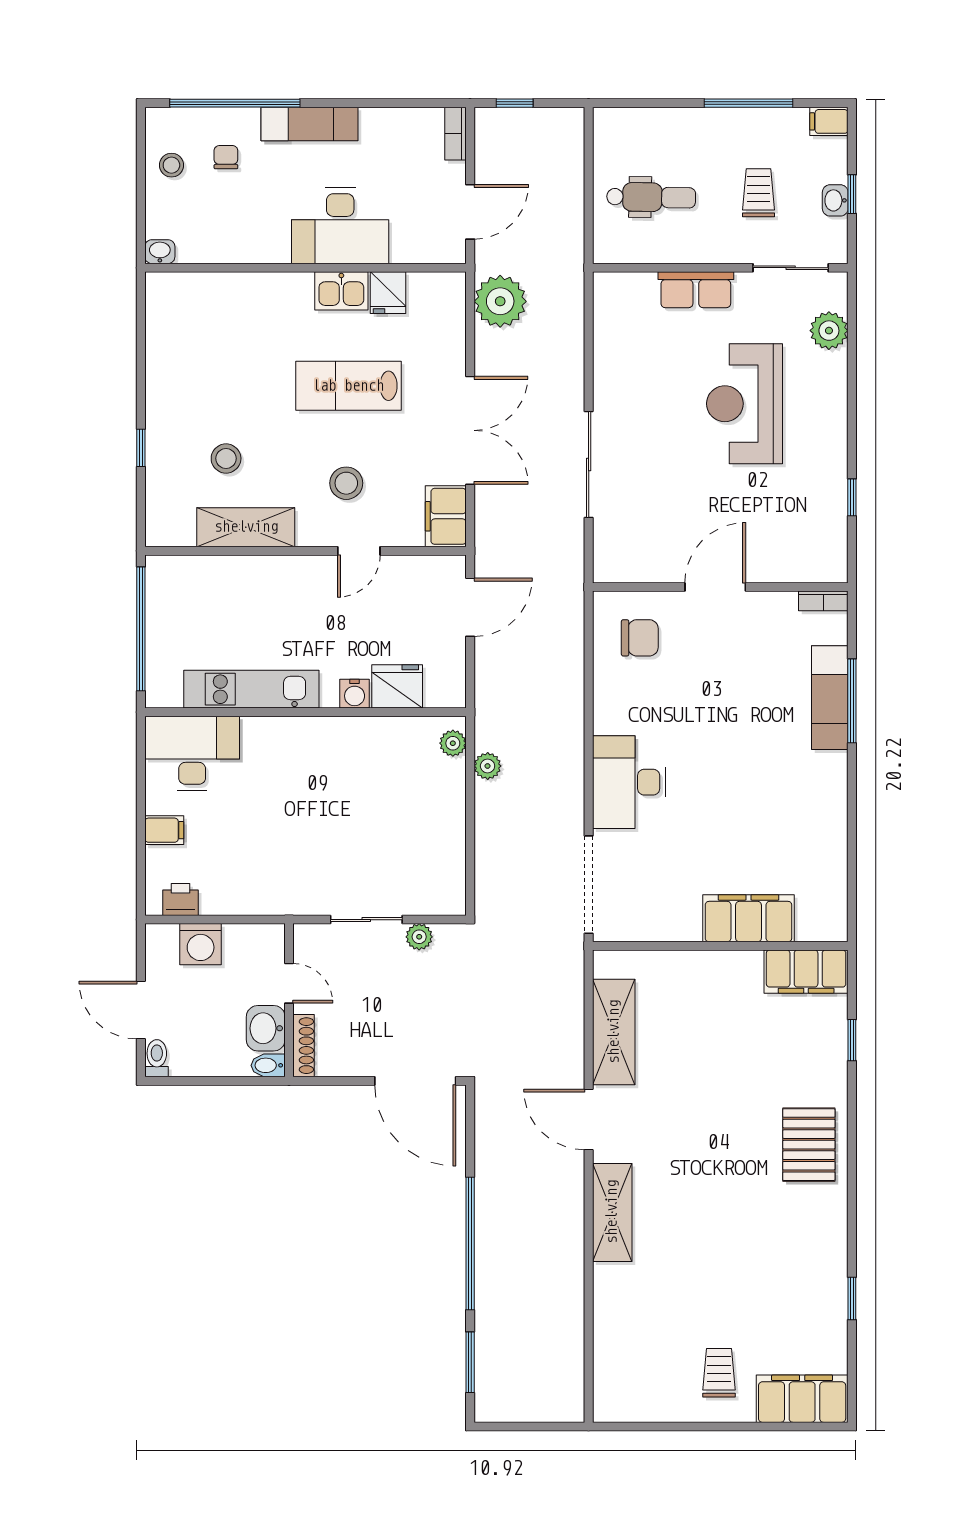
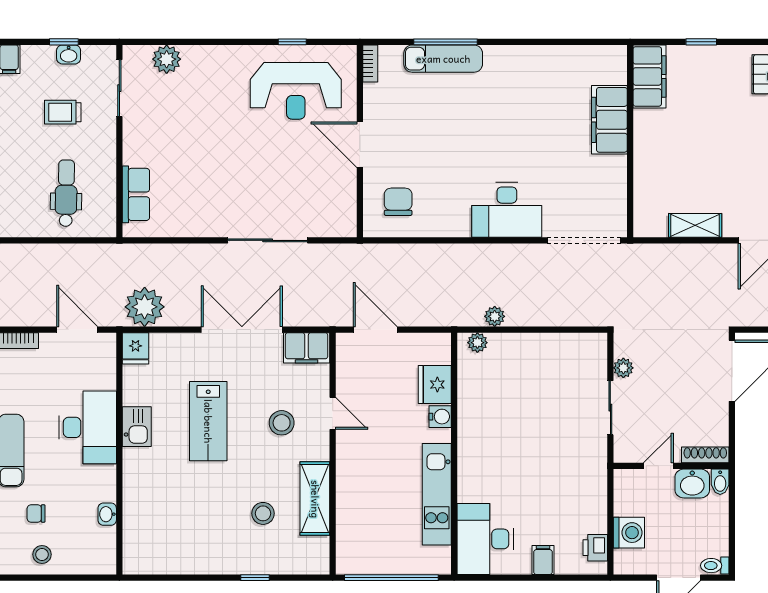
washbasin: (160, 252) -> (107, 514), moved
row of seats: (696, 290) -> (136, 194), moved
fridge: (388, 293) -> (135, 348), moved, turned 90
reception desk: (745, 404) -> (296, 91), moved
shelving: (614, 1032) -> (695, 225), width x0.67, depth x0.75

